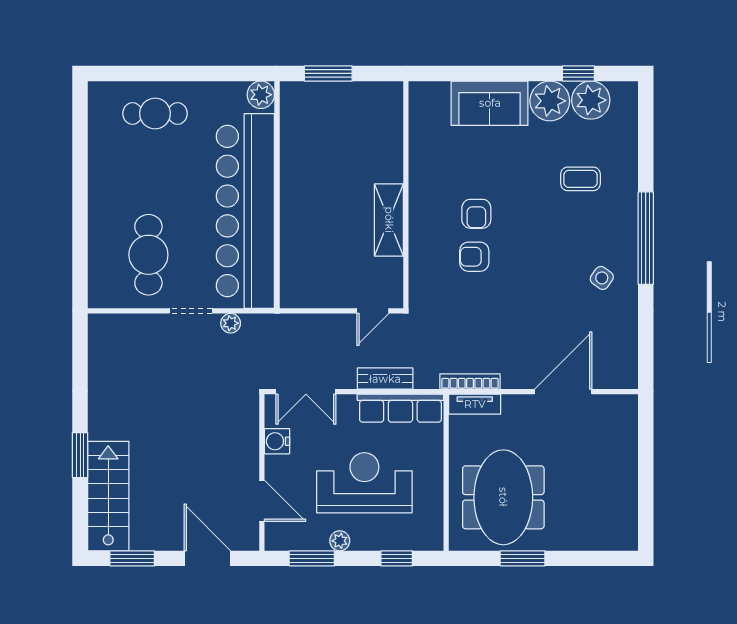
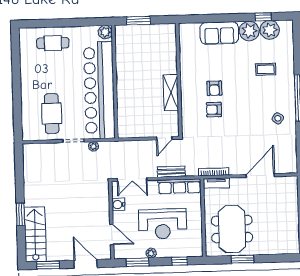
reception desk: (364, 483) -> (163, 224), turned 180

